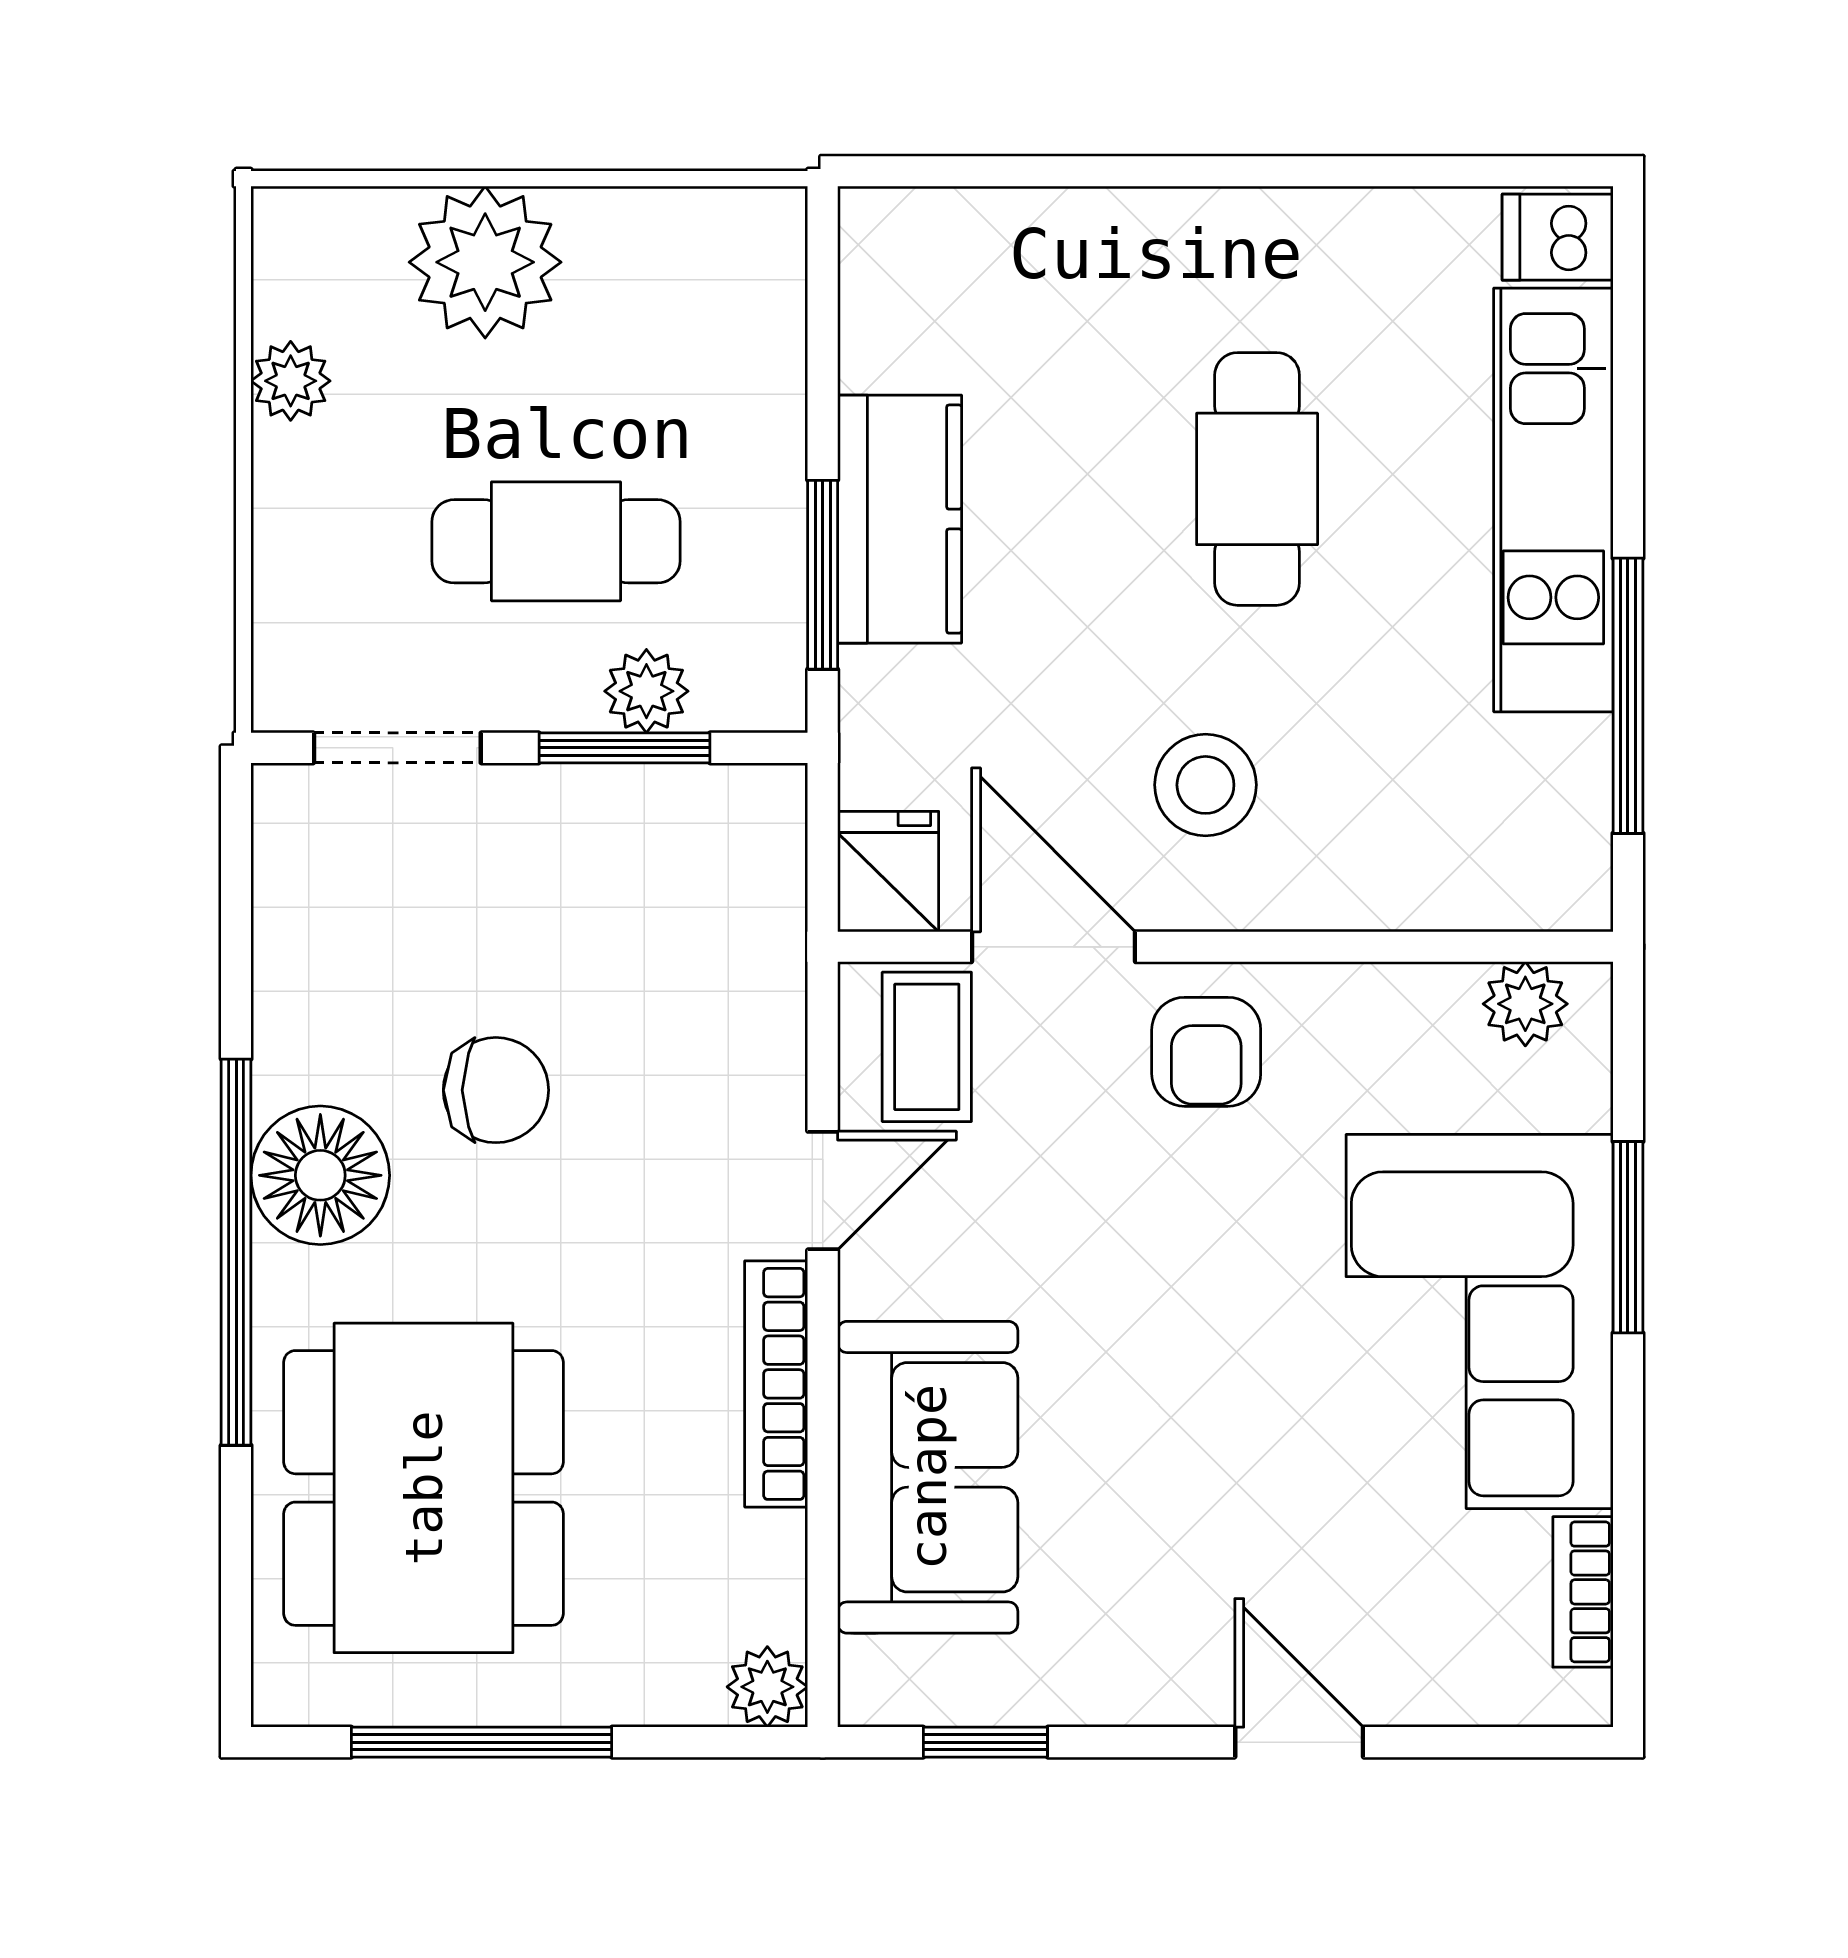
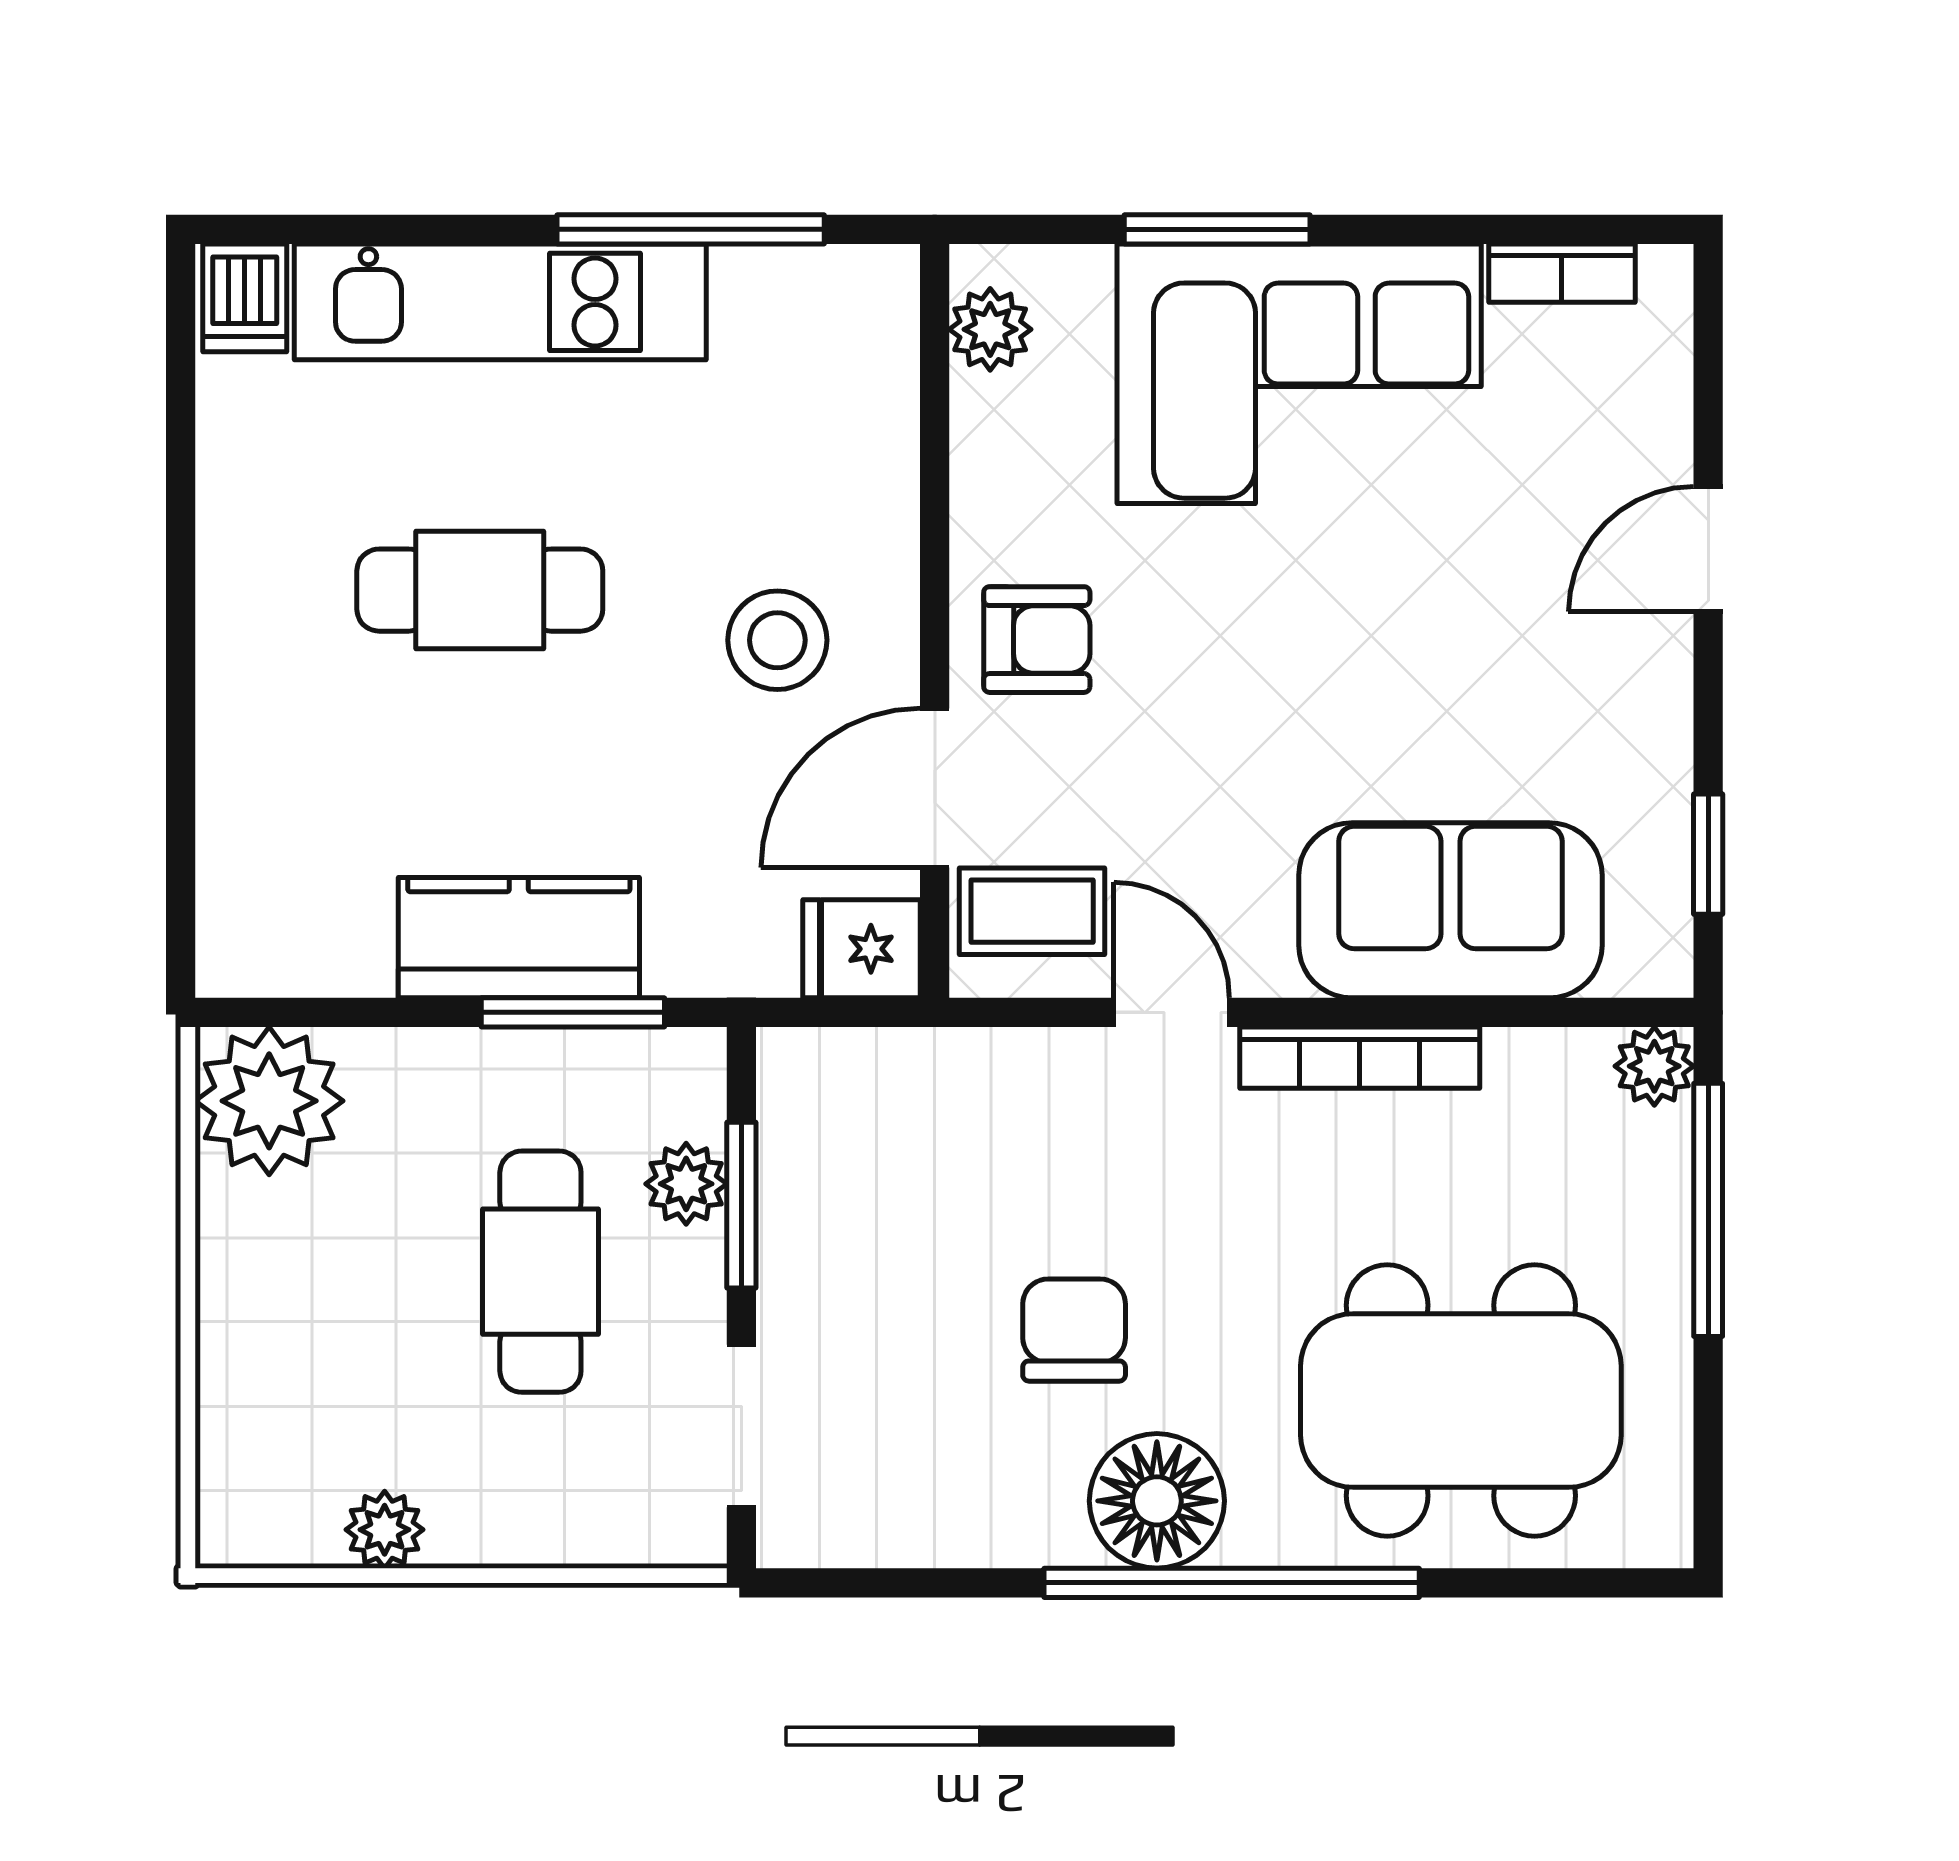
plant: (485, 262) -> (269, 1101), moved
window: (482, 1742) -> (1708, 1210), moved

